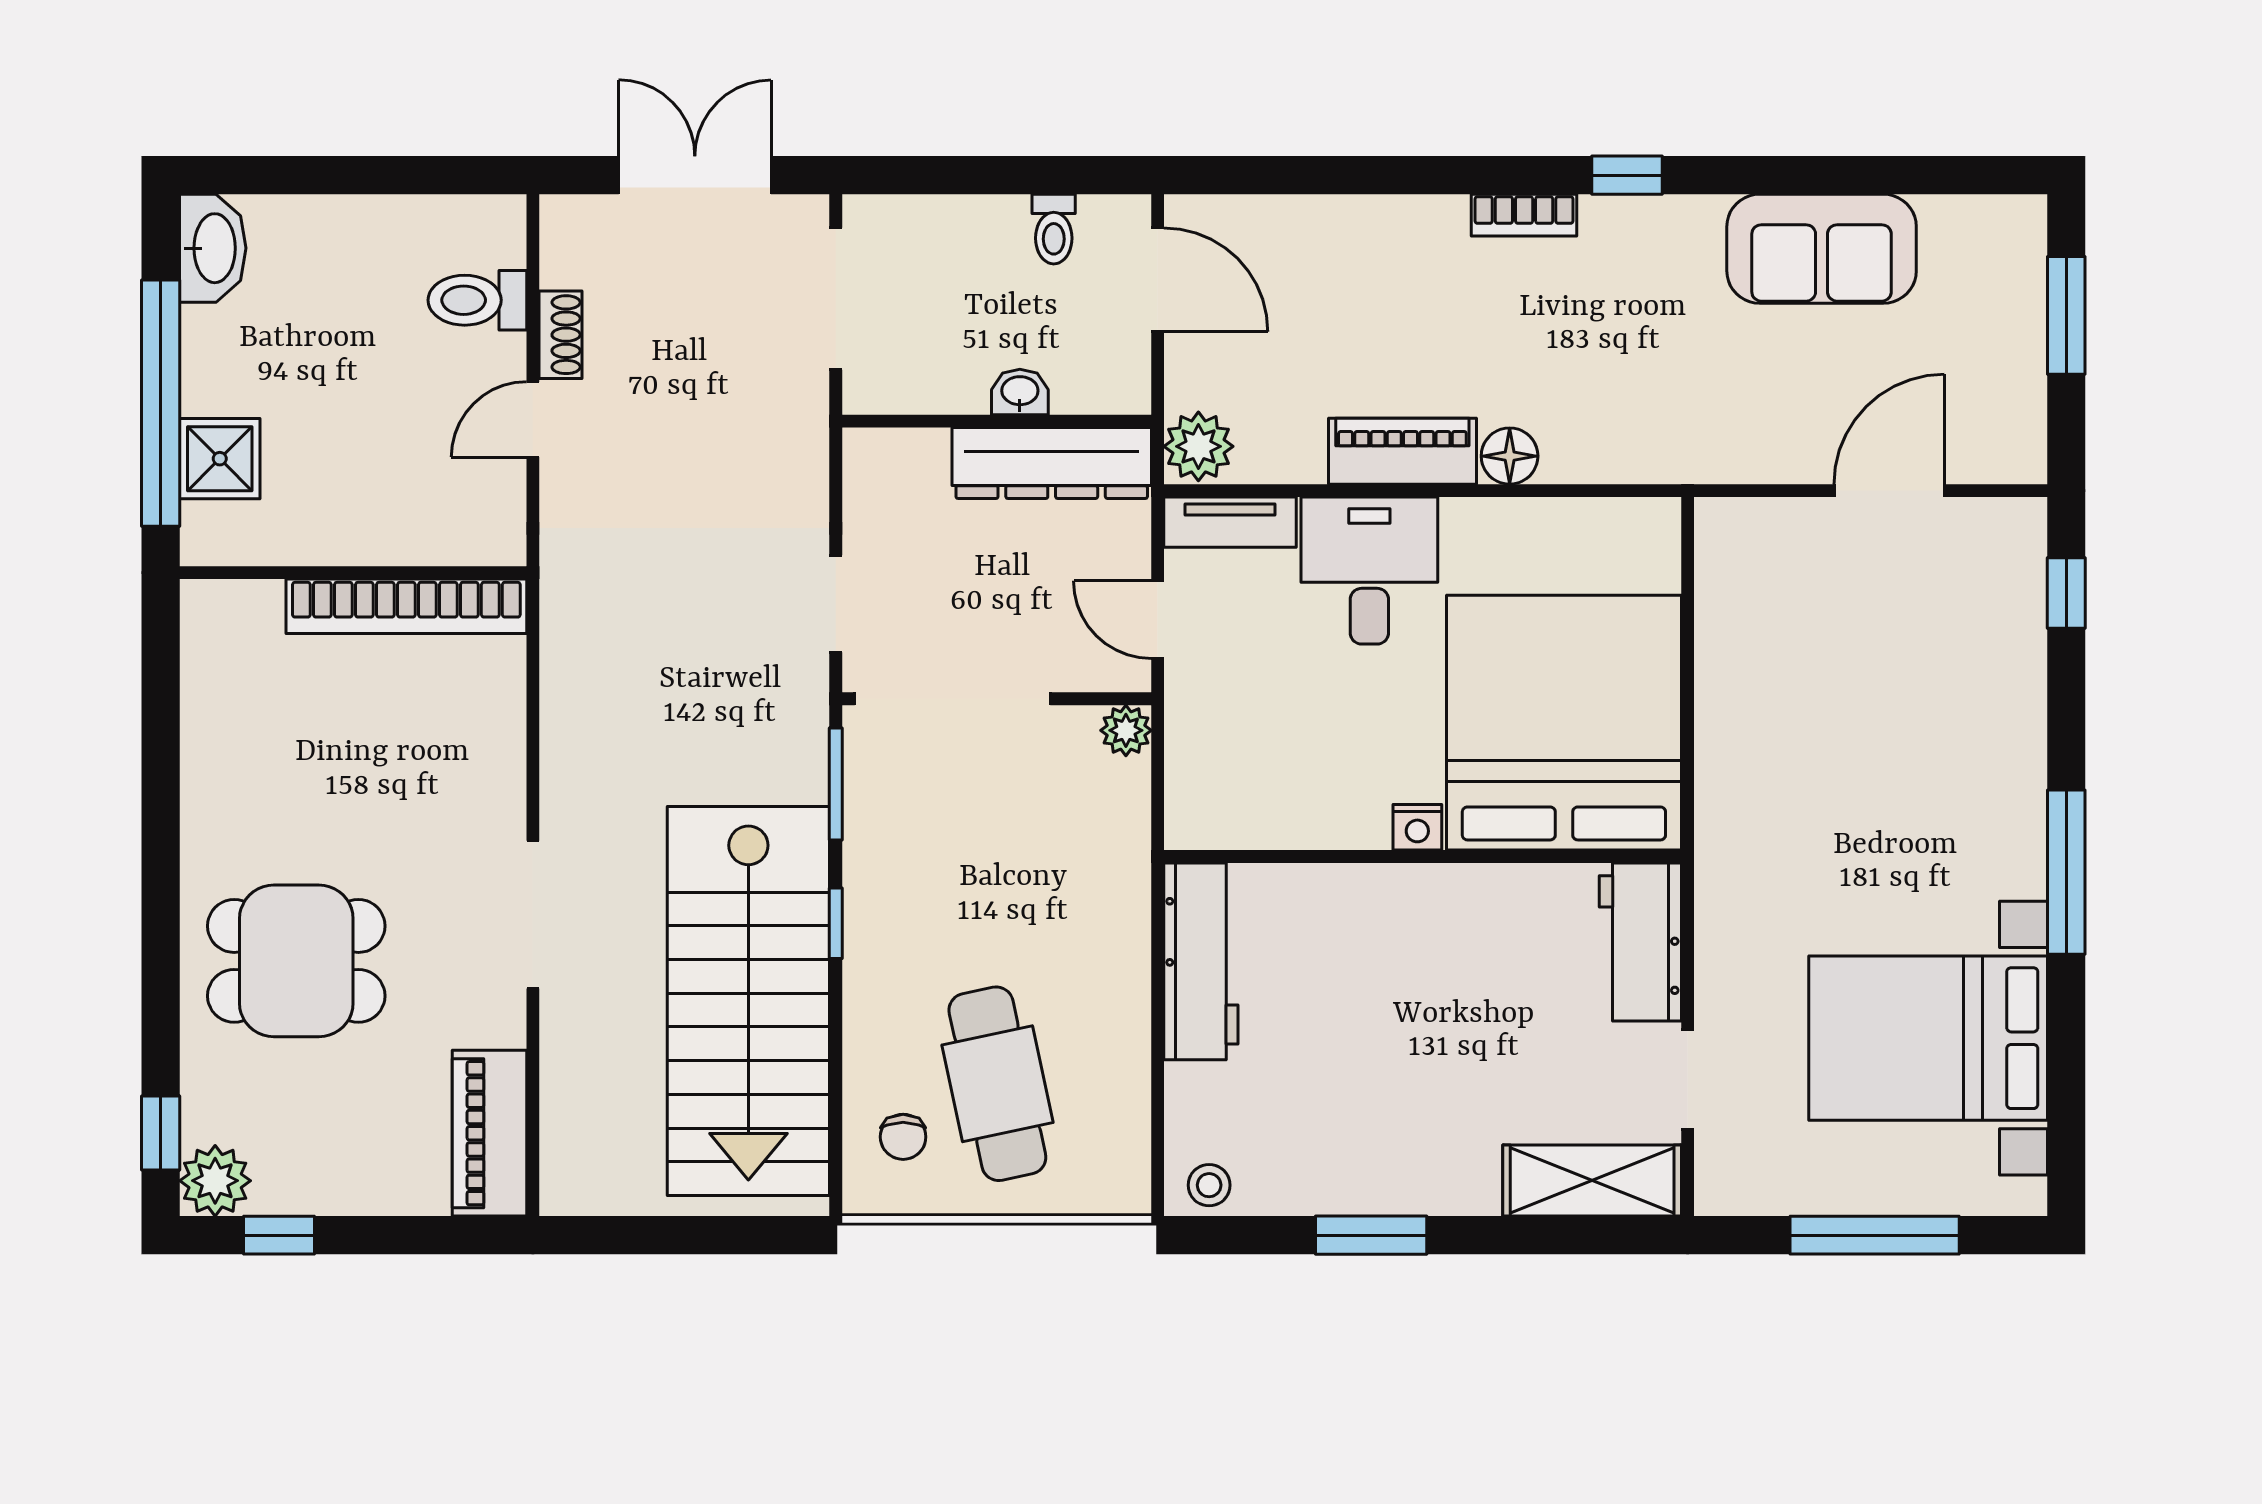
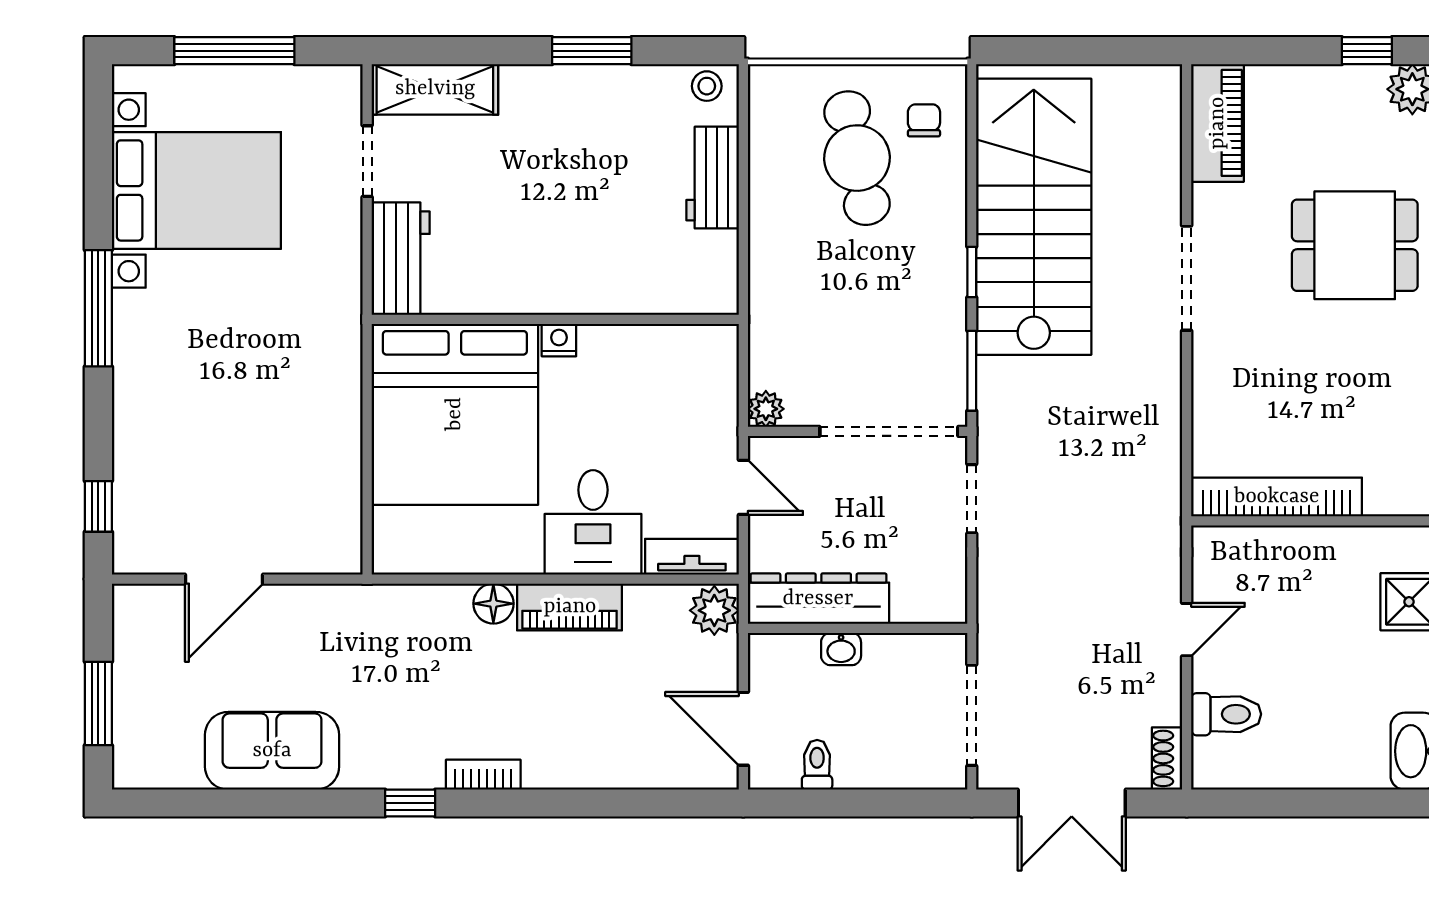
shoe rack: (561, 335) -> (1167, 758), moved
workbench: (1201, 961) -> (713, 178), moved, width x0.73

